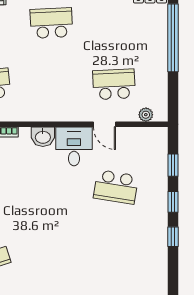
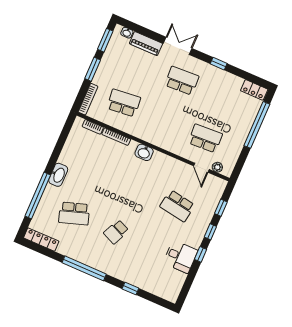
door: (104, 124) -> (201, 168), moved
desk: (74, 146) -> (180, 257), moved, turned 90
school desk: (51, 255) -> (116, 232), added

